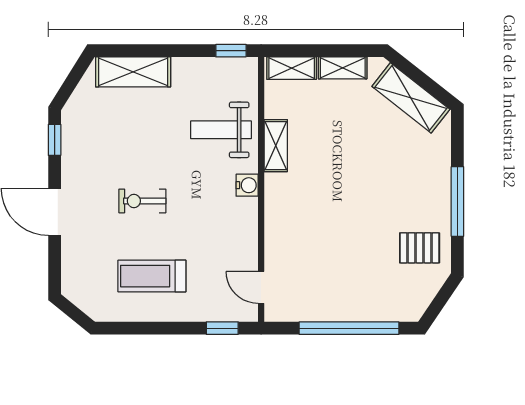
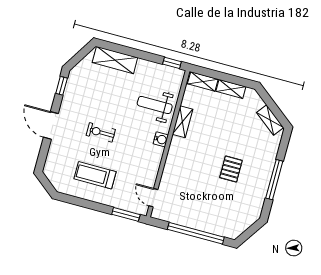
shelving: (411, 98) -> (270, 120), width x0.67, depth x0.75
pallet: (420, 248) -> (231, 169), moved, turned 90
window: (222, 328) -> (126, 214), width x1.50

